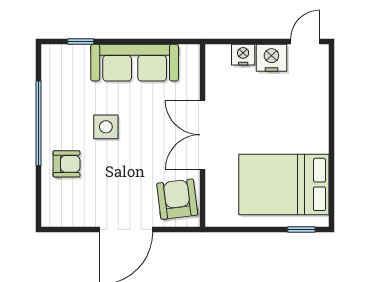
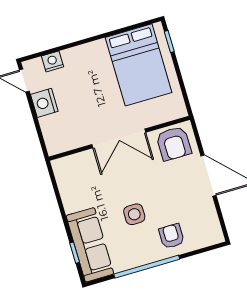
nightstand: (243, 55) -> (52, 61), moved, turned 90
sofa: (135, 63) -> (90, 245), moved
armchair: (177, 199) -> (174, 143), turned -83

